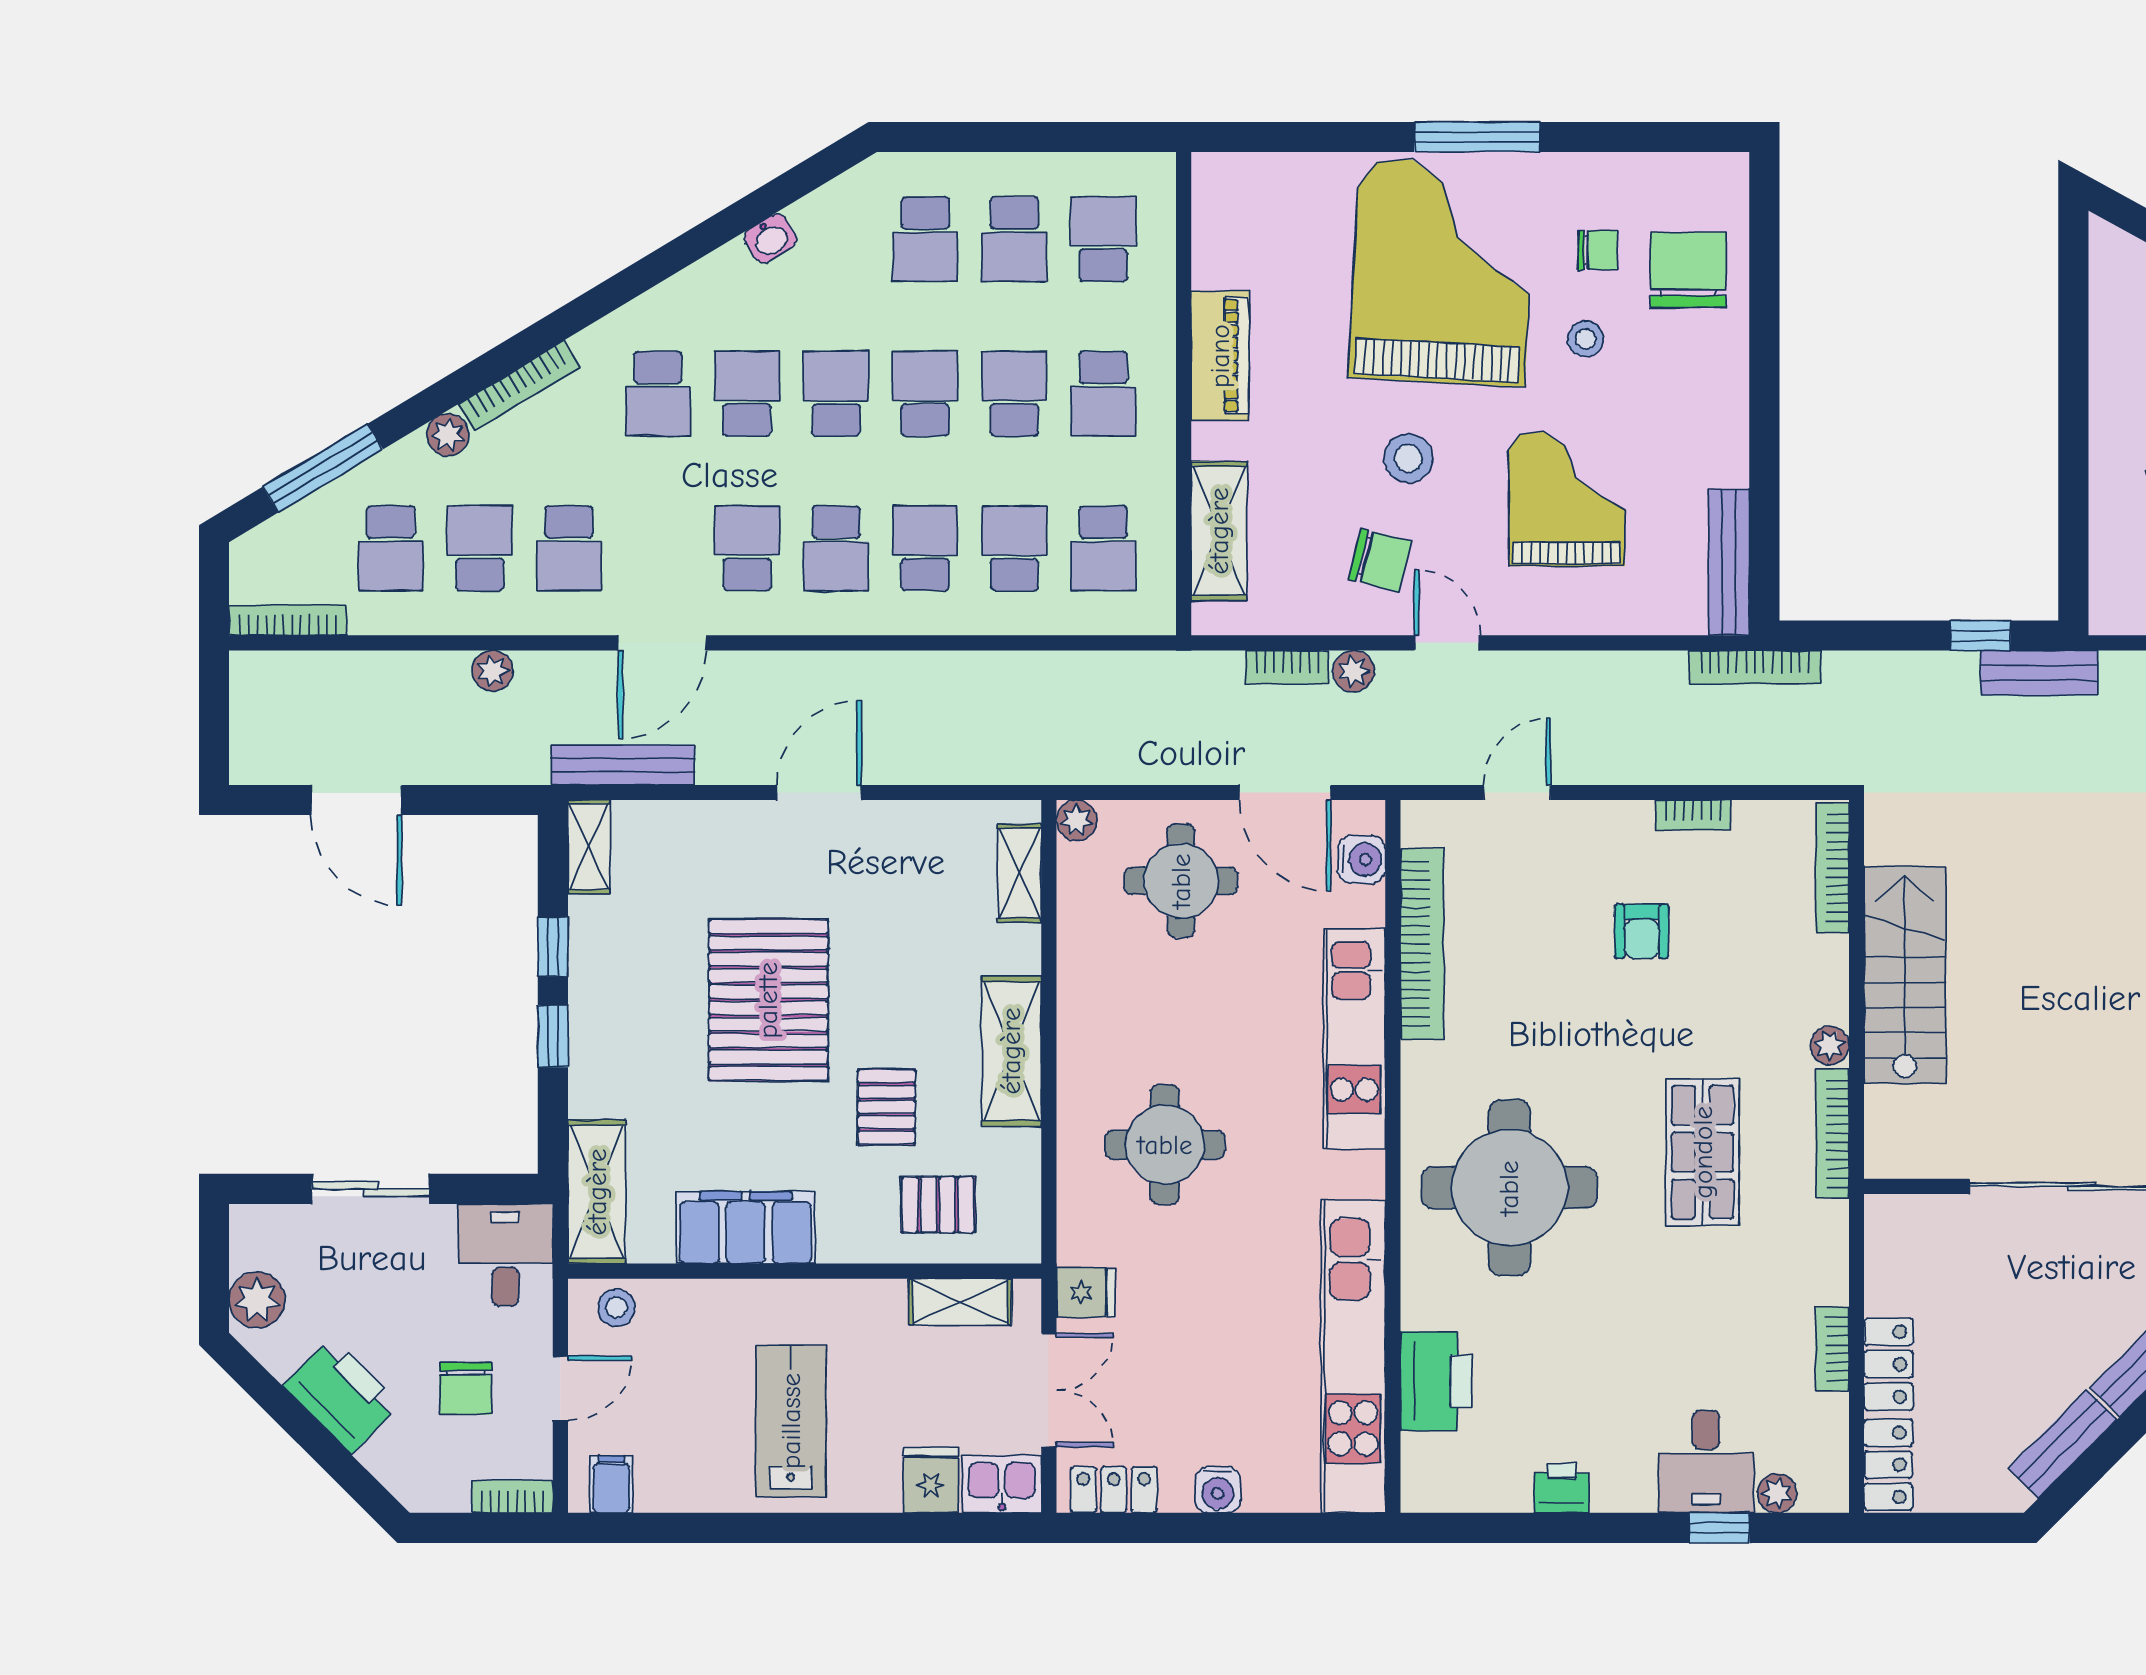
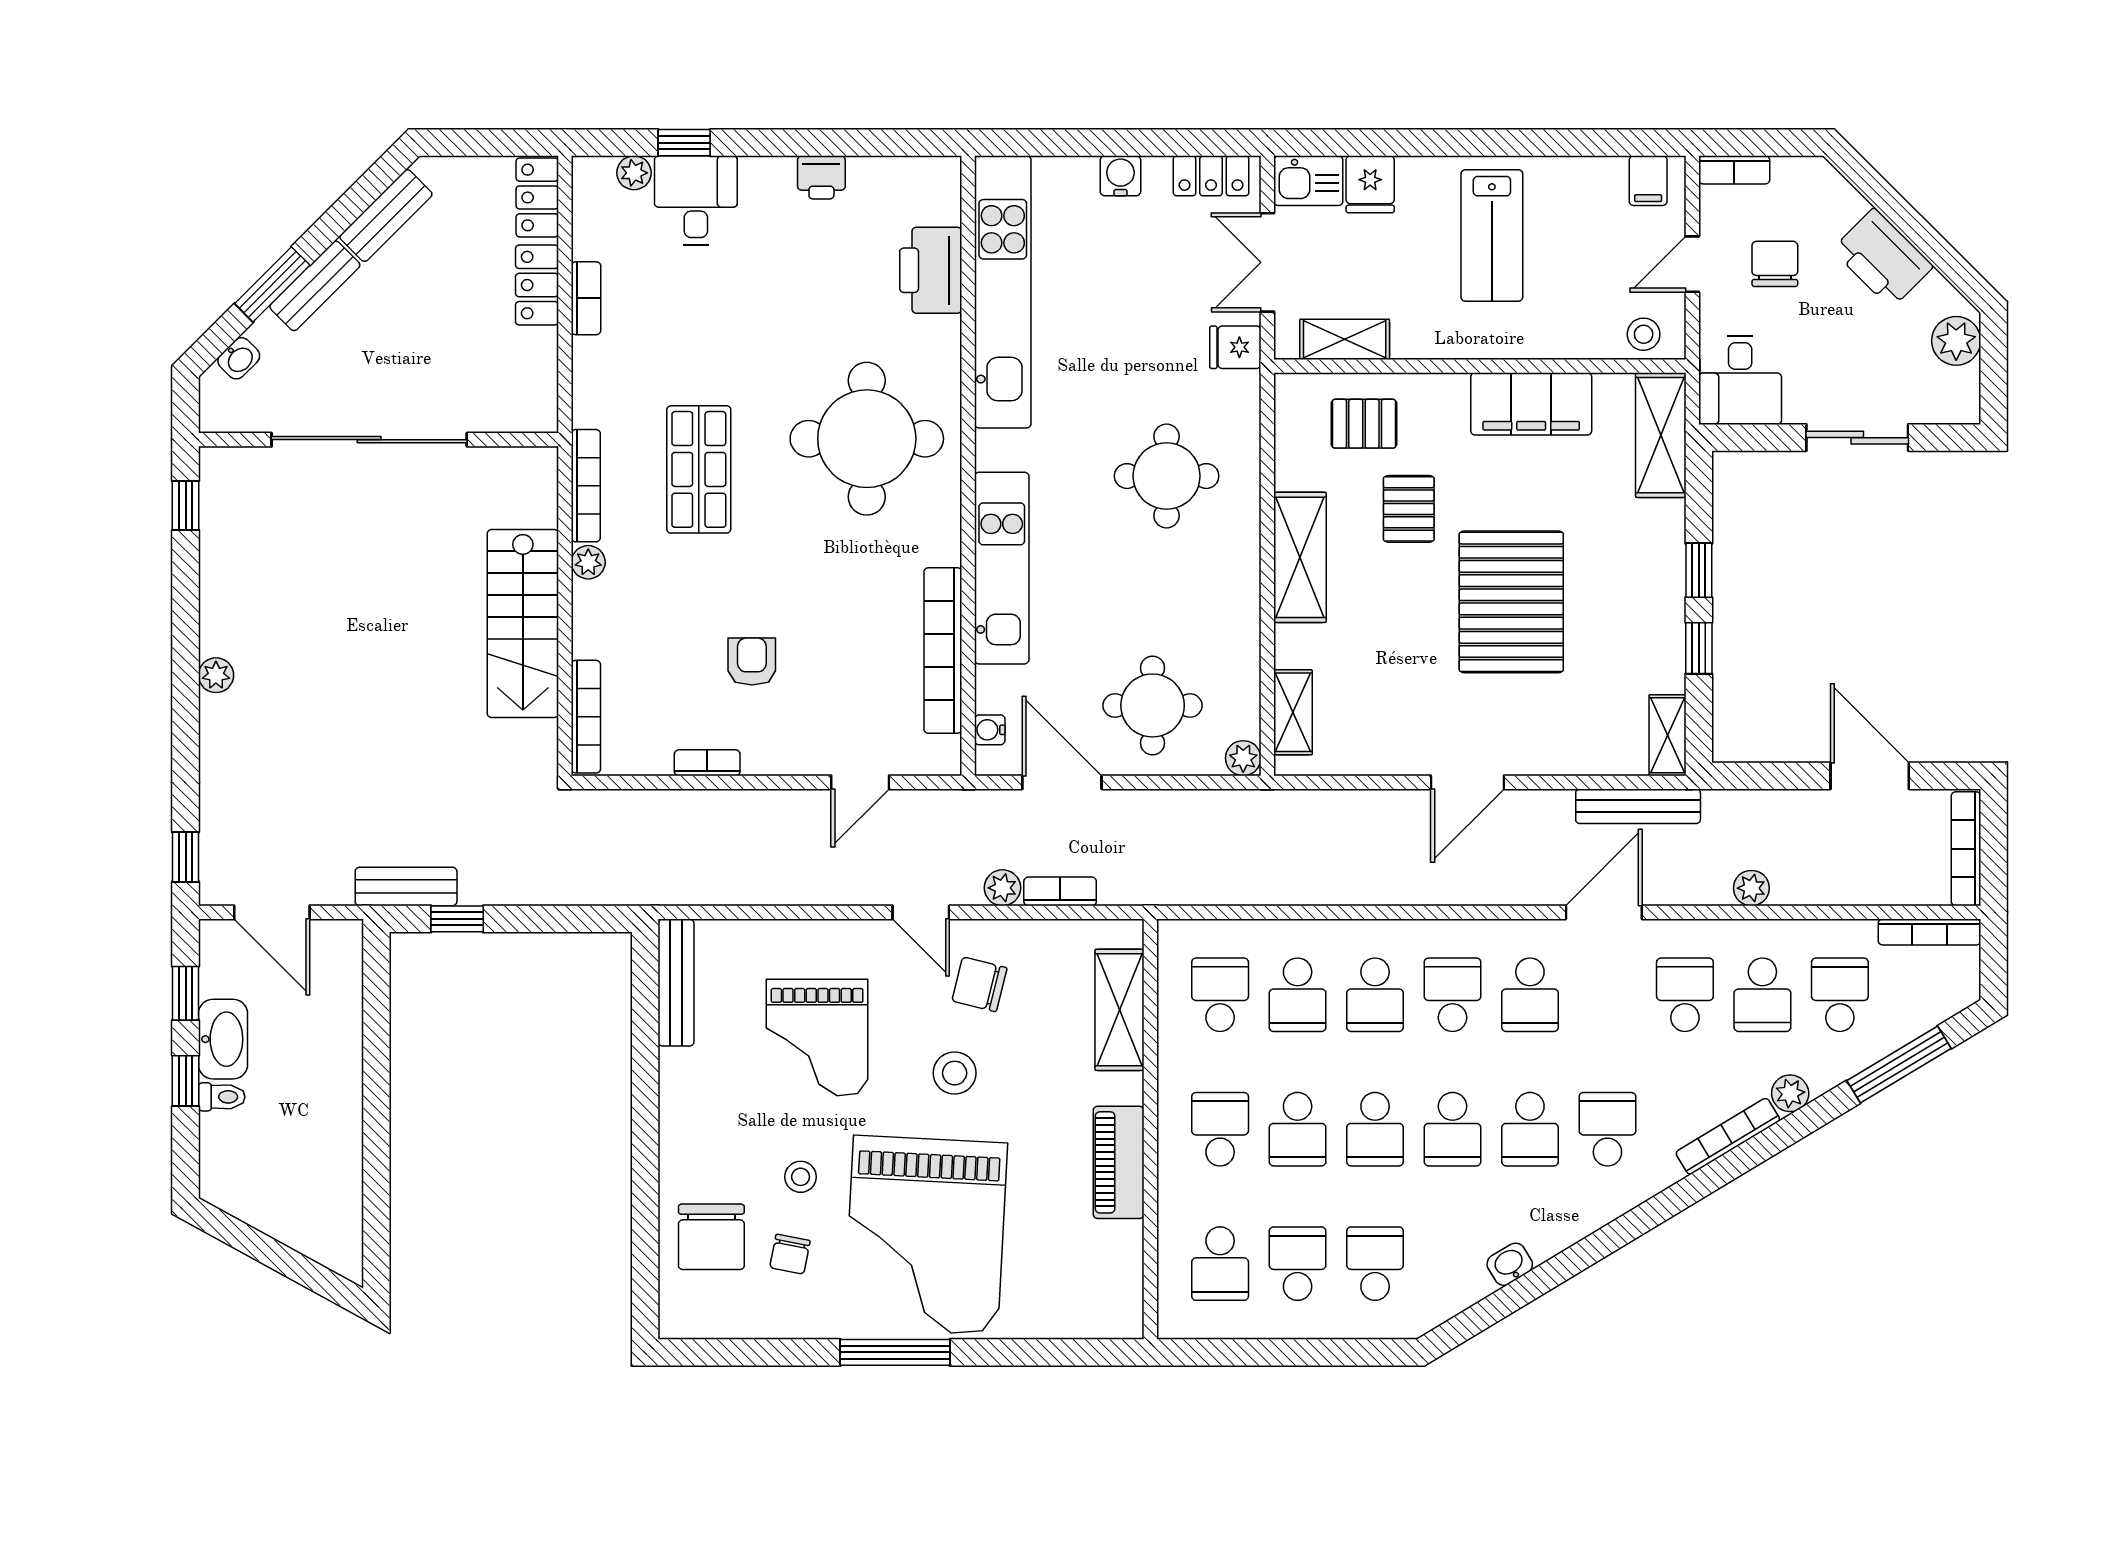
chair: (1598, 250) -> (790, 1254), turned -79
bookcase: (1755, 667) -> (1966, 849), moved, turned -90
water cooler: (1362, 859) -> (990, 730), width x0.72, depth x0.72

